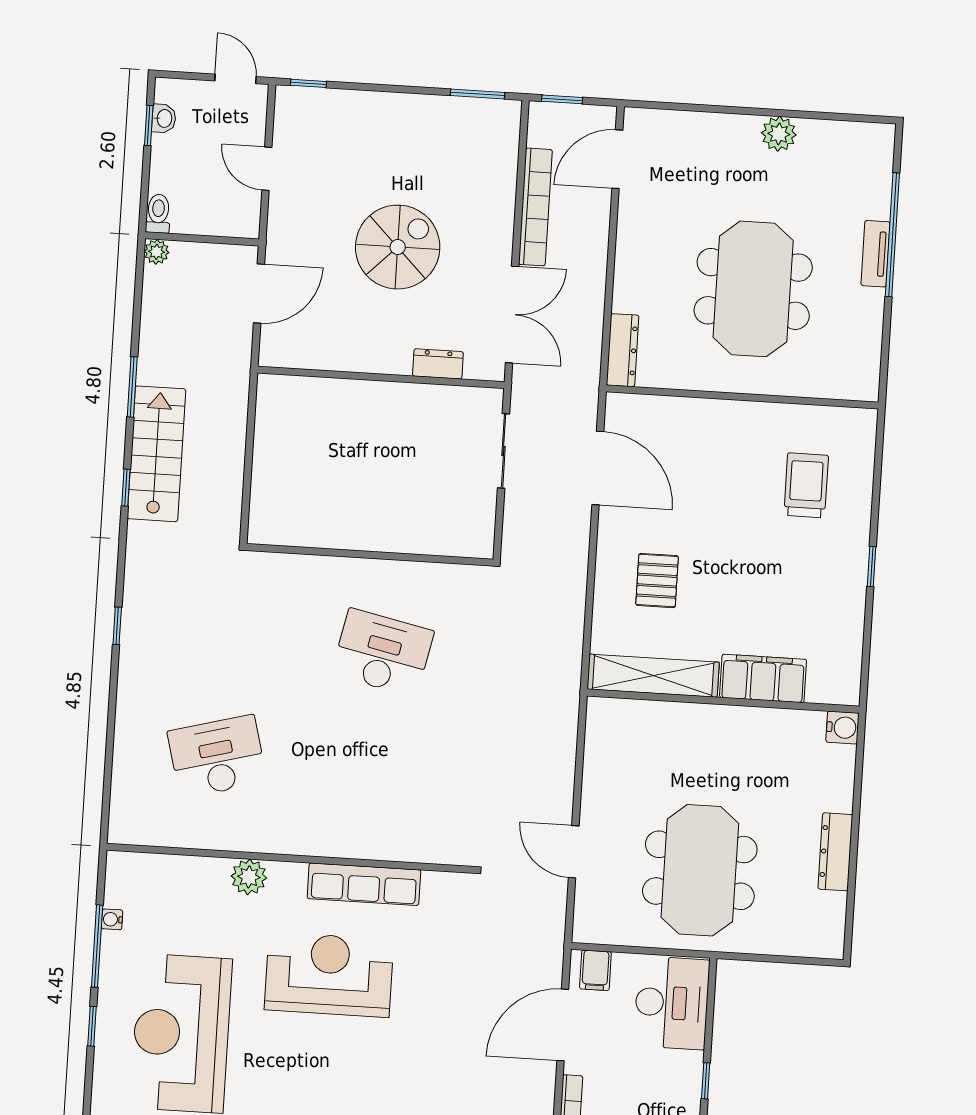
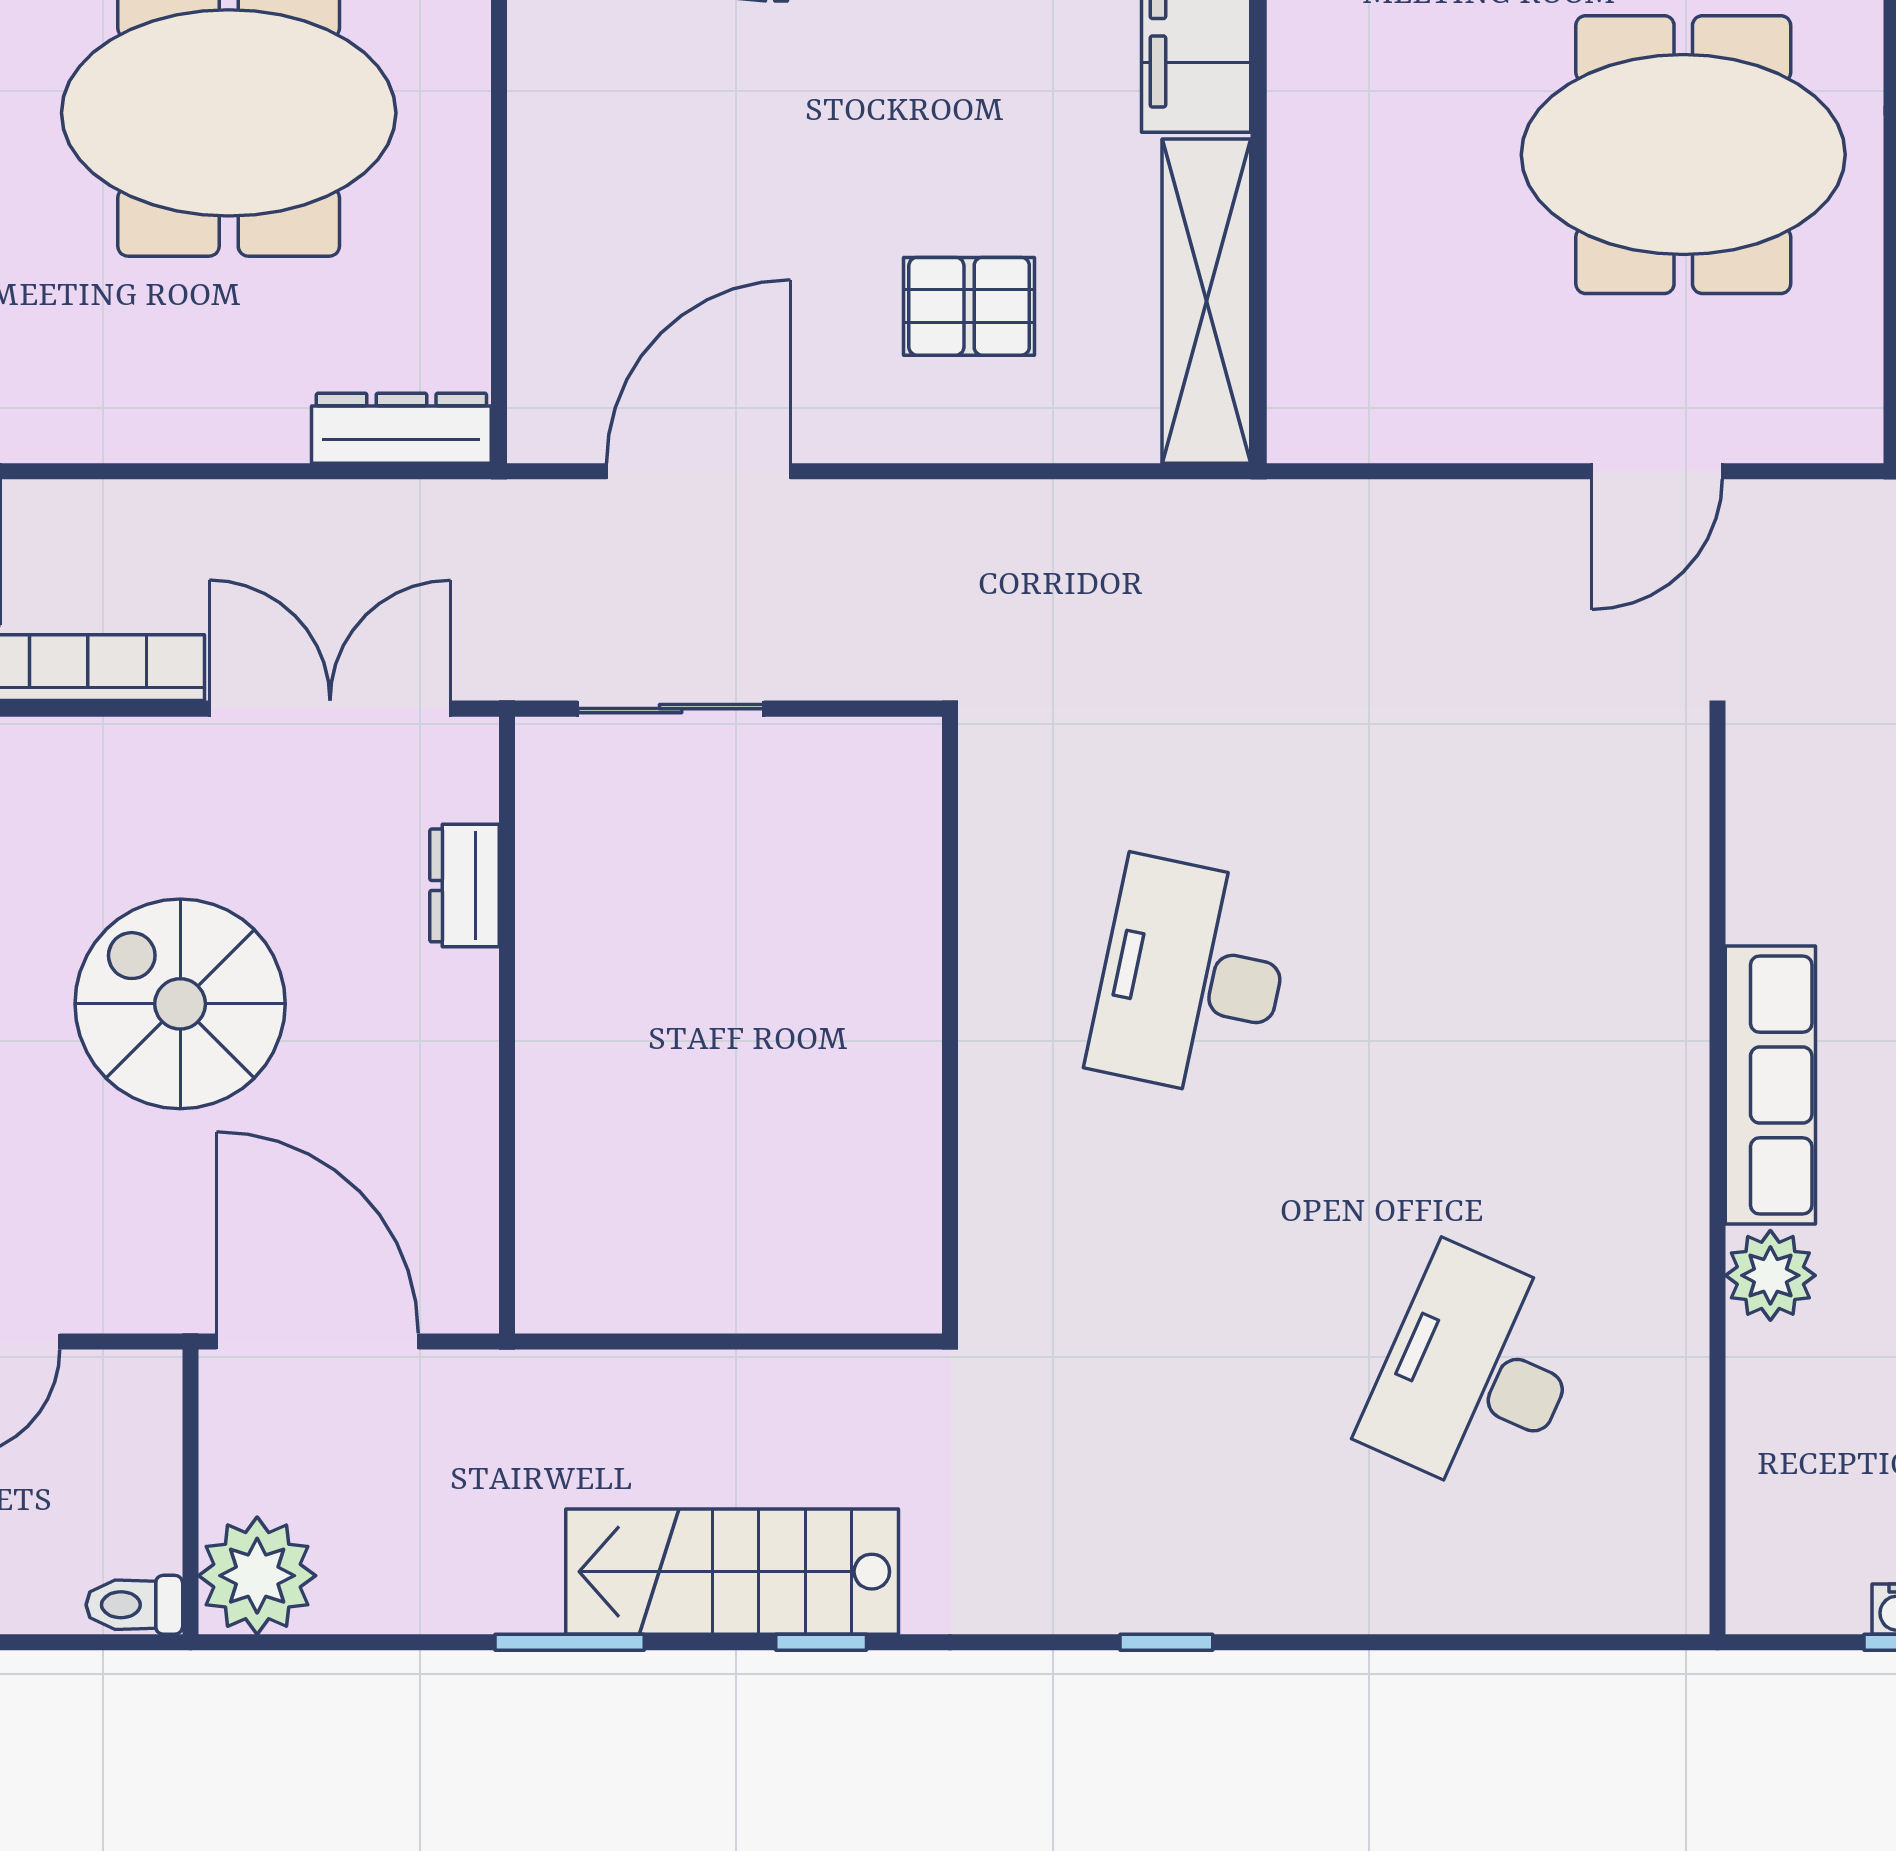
plant: (157, 252) -> (257, 1576), width x1.88, depth x1.88
door: (259, 294) -> (317, 1342), width x1.36
desk: (217, 757) -> (1476, 1373), turned 39
row of seats: (364, 884) -> (1770, 1085), moved

